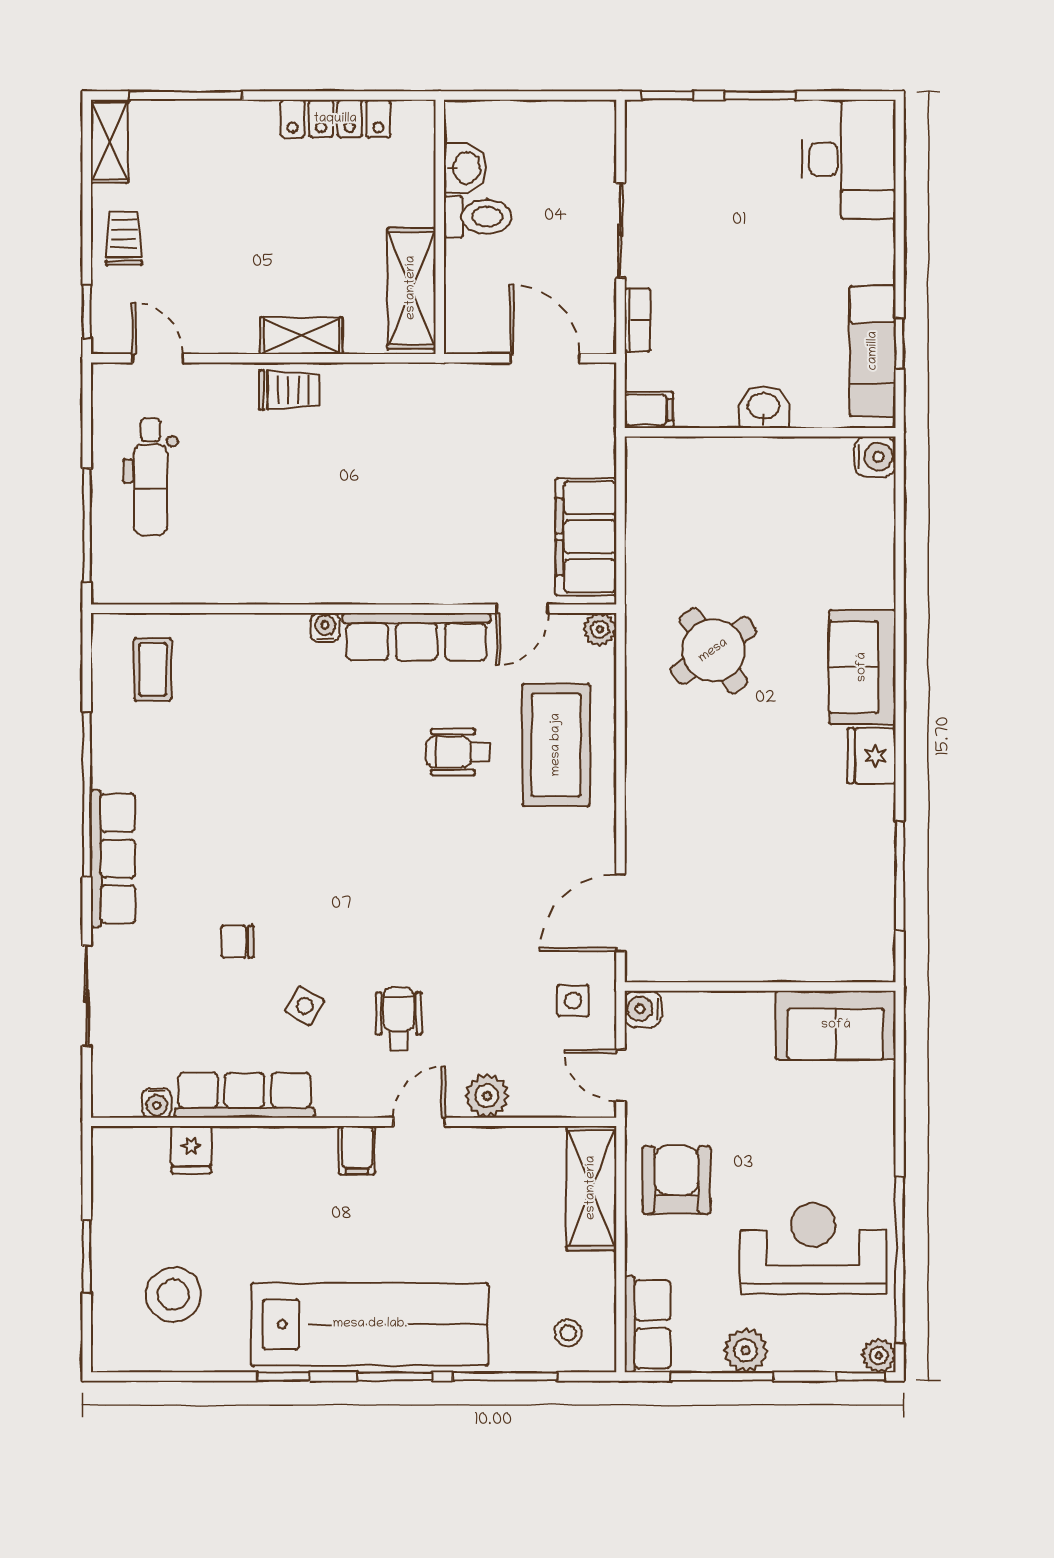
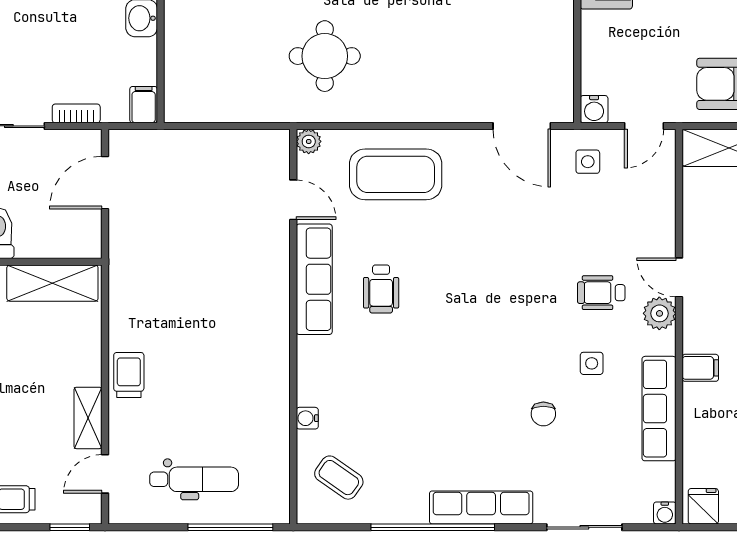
shelving: (302, 336) -> (88, 418), moved
filing cabinet: (586, 537) -> (239, 152), removed
water cooler: (325, 627) -> (307, 418), moved
round table: (713, 651) -> (325, 56), turned 35
coffee table: (153, 669) -> (339, 478), turned 35
wheelchair: (458, 752) -> (381, 289), moved
side table: (305, 1006) -> (592, 363), turned -30
plant: (487, 1096) -> (659, 313), moved
water cooler: (157, 1103) -> (665, 513), moved, turned 90
fridge: (191, 1150) -> (703, 506), moved, turned -90
filing cabinet: (357, 1150) -> (700, 368), moved

